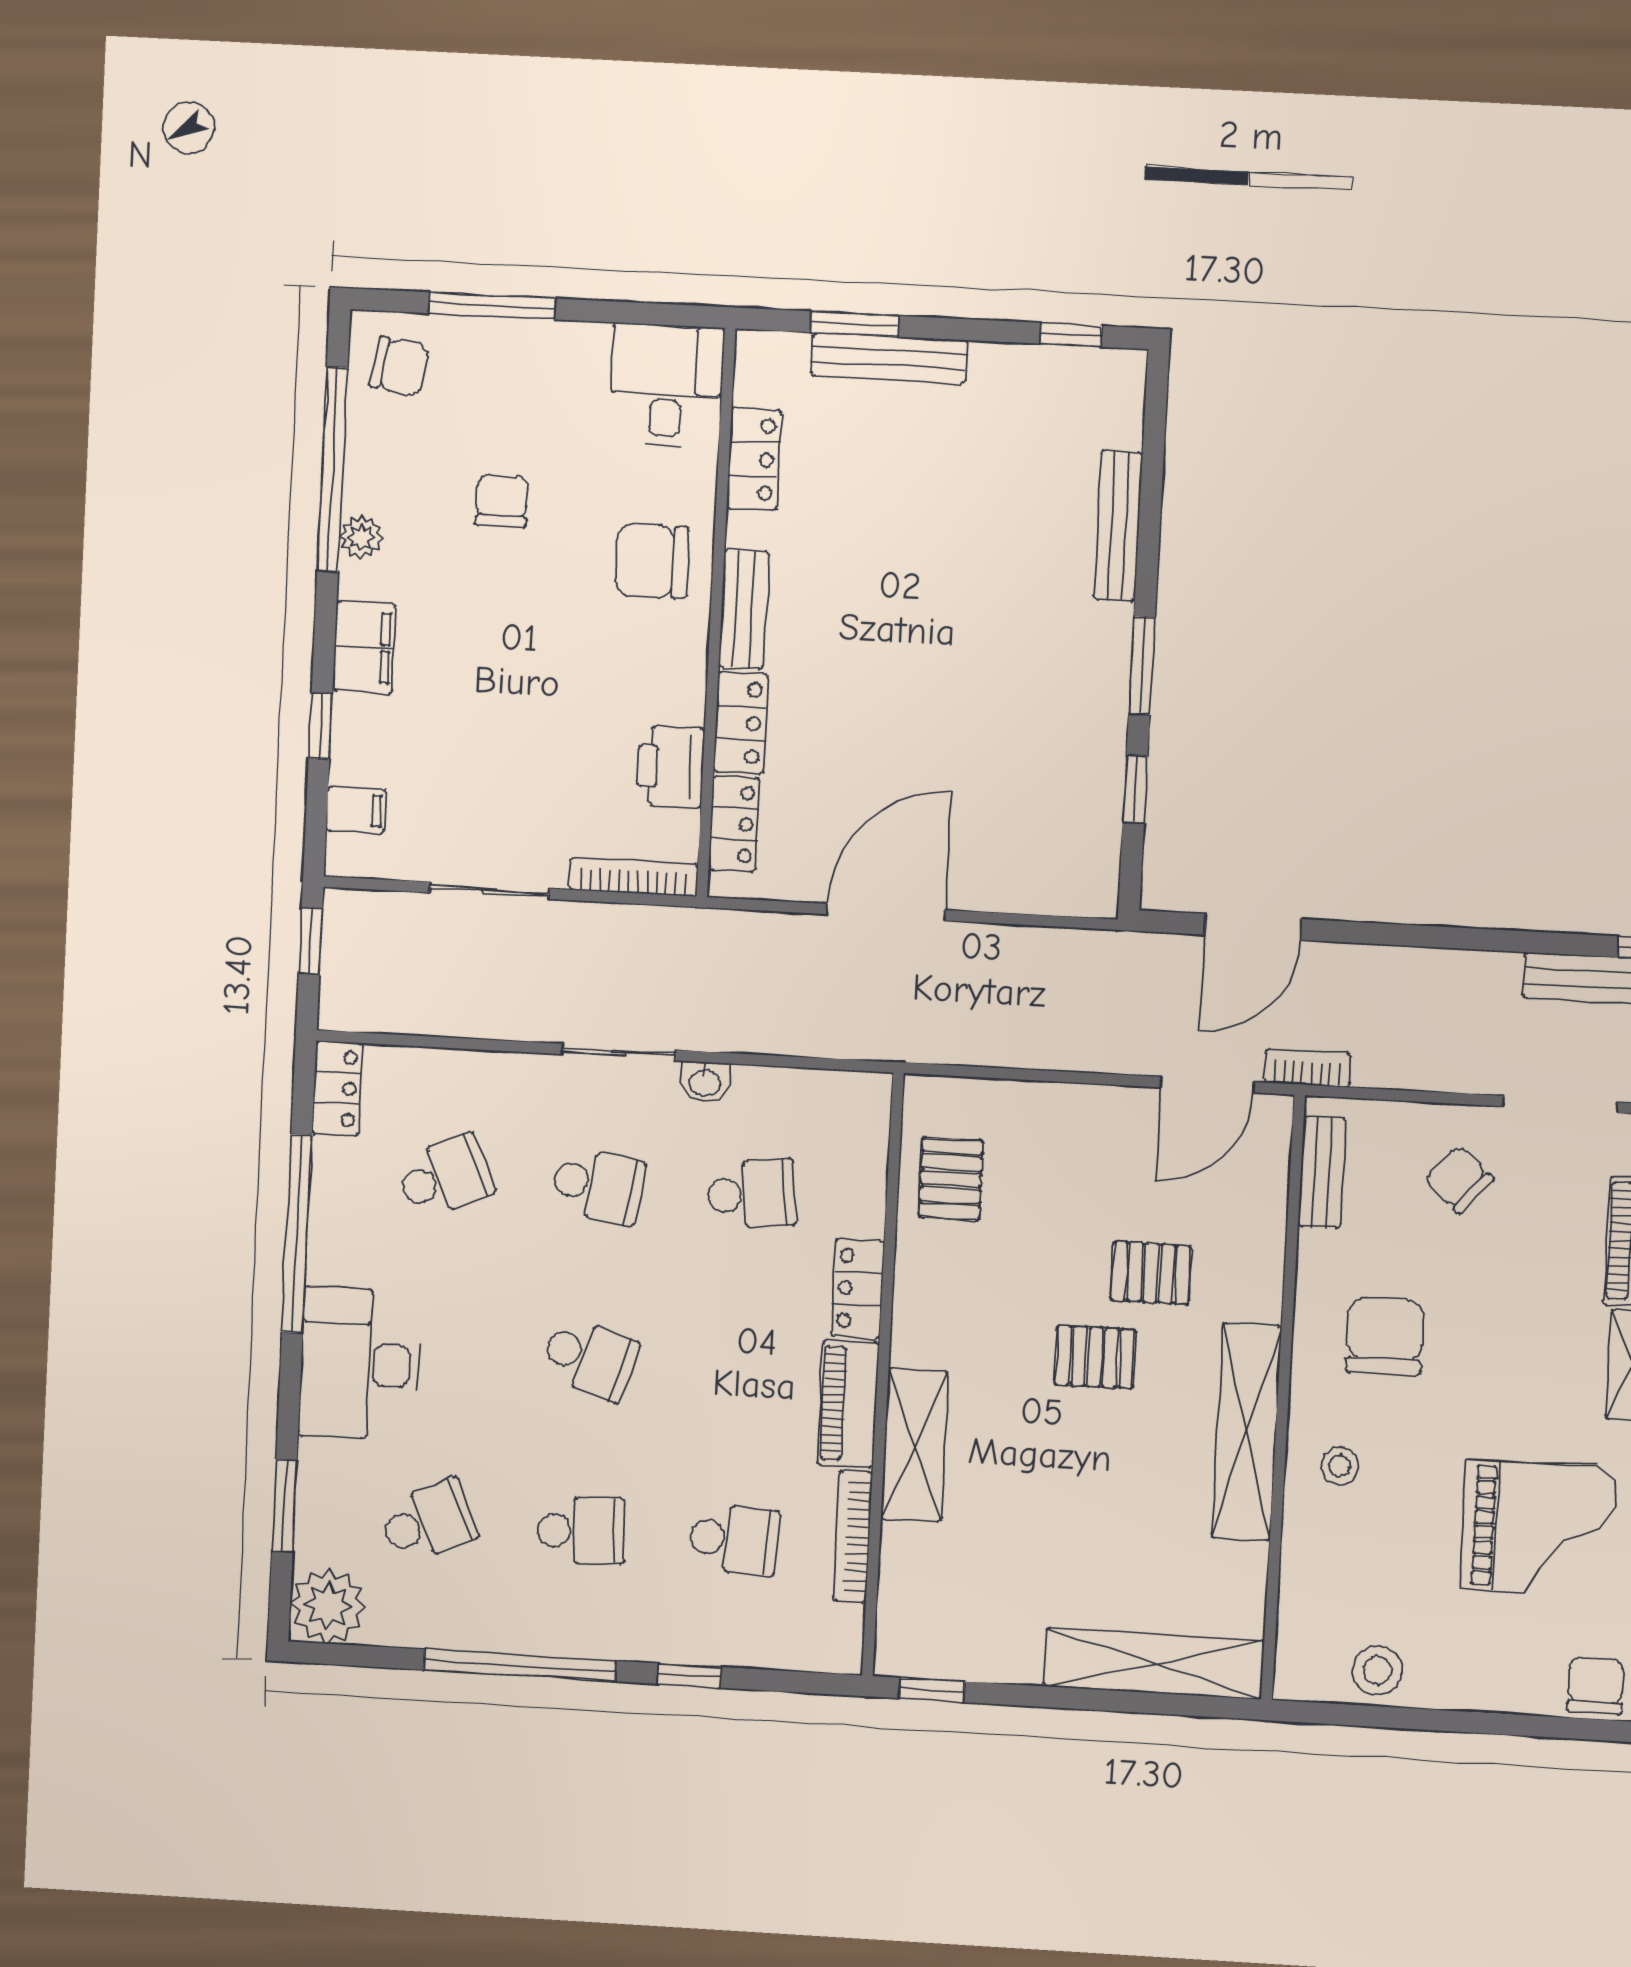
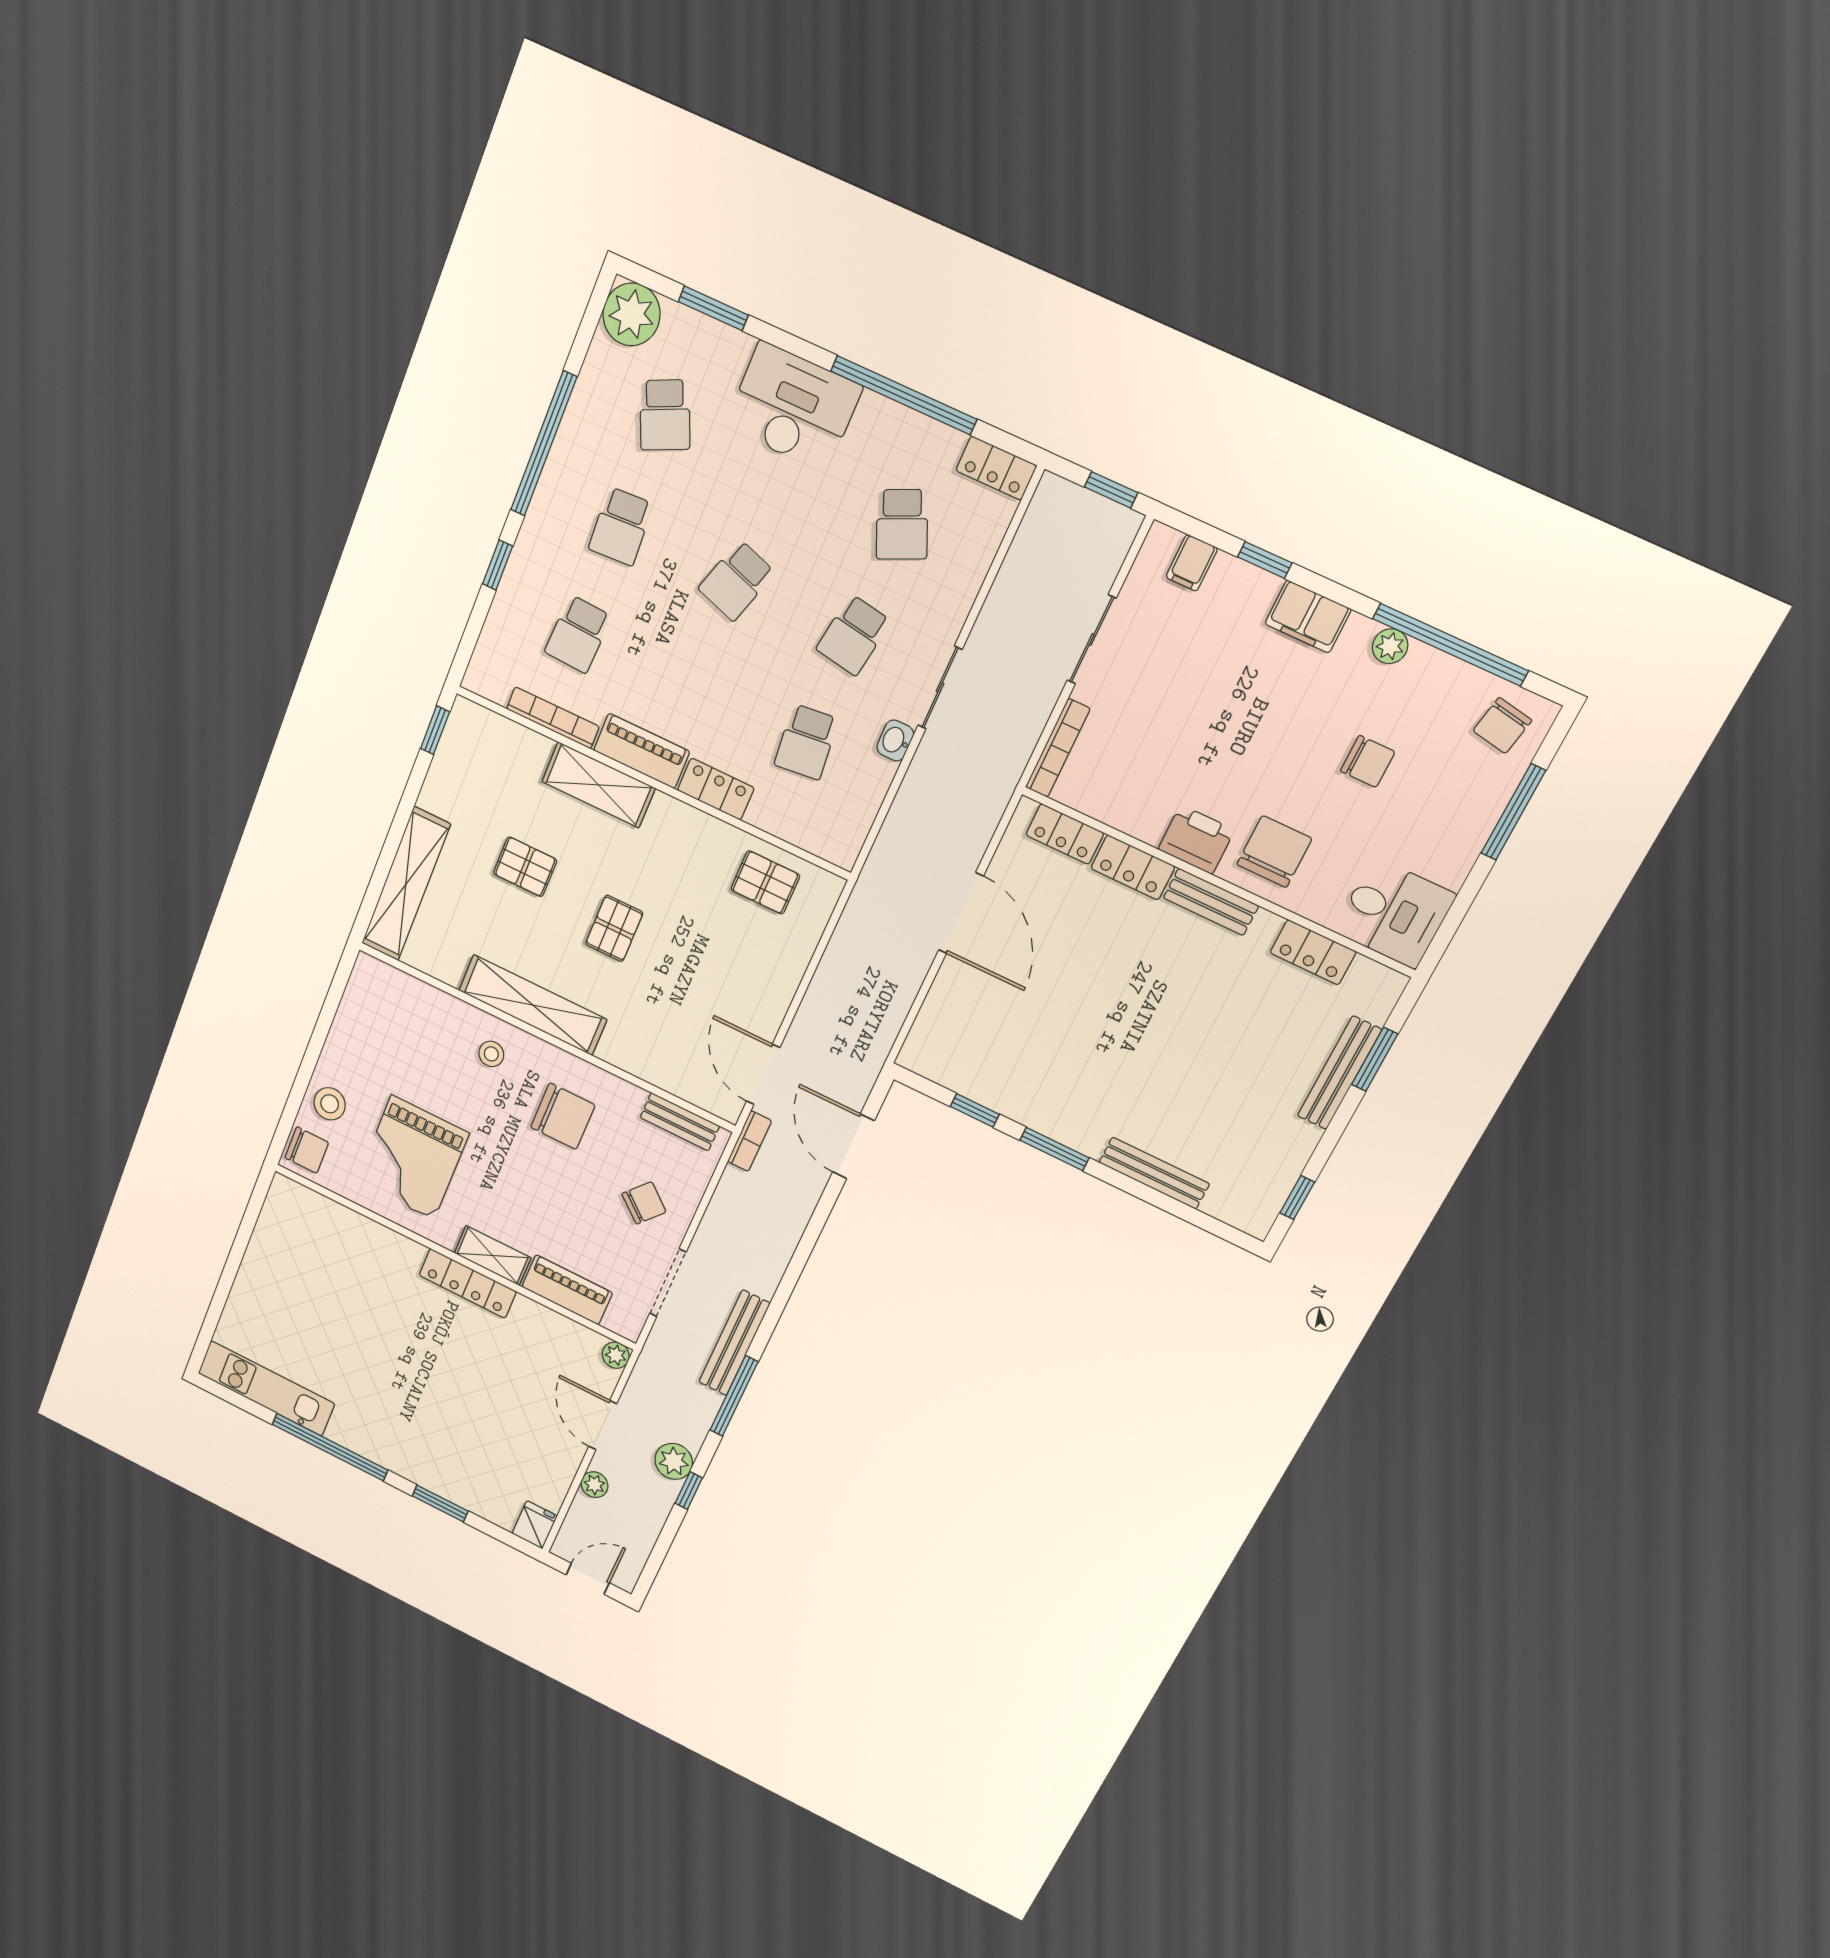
printer: (670, 767) -> (1196, 840), moved
pallet: (1151, 1273) -> (525, 867), moved, turned 90
stool: (1377, 1670) -> (330, 1104), moved

